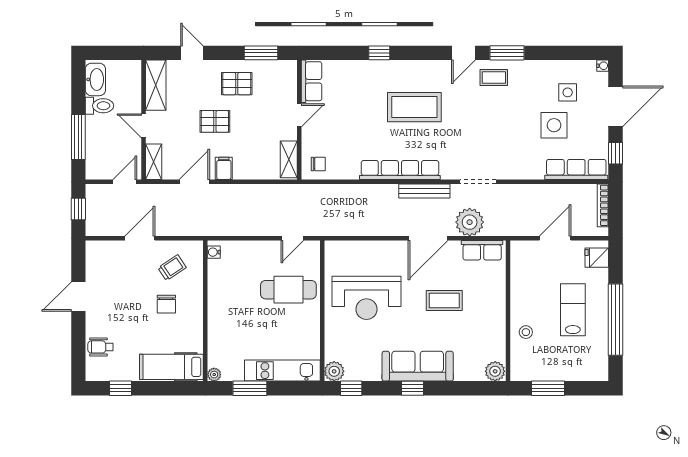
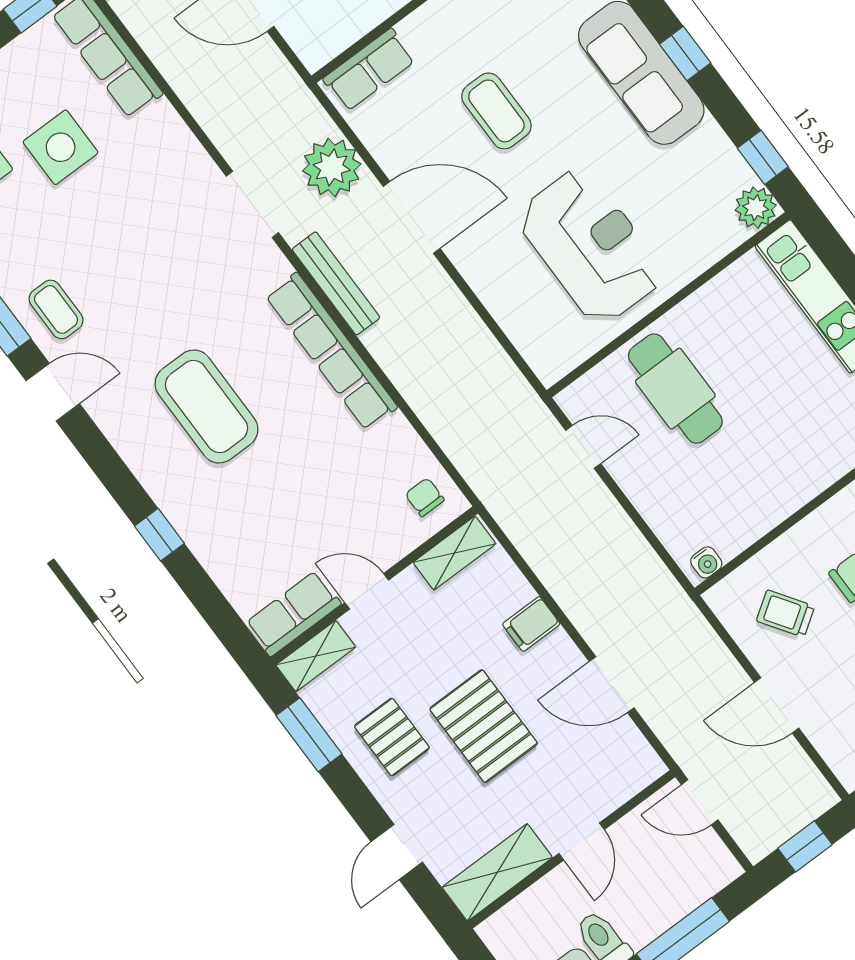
pallet: (215, 121) -> (484, 726), width x1.50, depth x1.42
shelving: (154, 162) -> (316, 656), moved
filing cabinet: (224, 168) -> (531, 624), moved
row of seats: (482, 250) -> (369, 70), moved, turned 90

